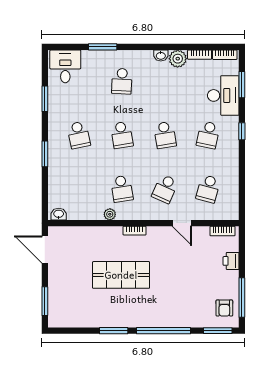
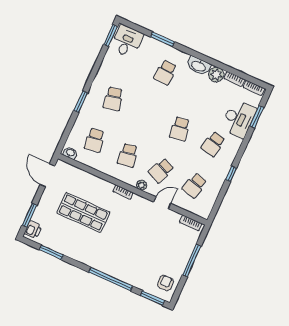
washbasin: (161, 55) -> (199, 66), width x1.91, depth x1.45
window: (45, 99) -> (111, 36), moved
window: (242, 131) -> (231, 174), moved
school desk: (122, 135) -> (95, 140), moved
plant: (110, 214) -> (142, 185), moved
door: (182, 223) -> (162, 203), swing flipped
printer: (231, 261) -> (33, 230), moved, turned 180
shop shelf: (121, 275) -> (83, 212), moved
window: (242, 298) -> (192, 261), moved
armchair: (224, 308) -> (165, 283), turned 180
window: (114, 331) -> (52, 252), moved

